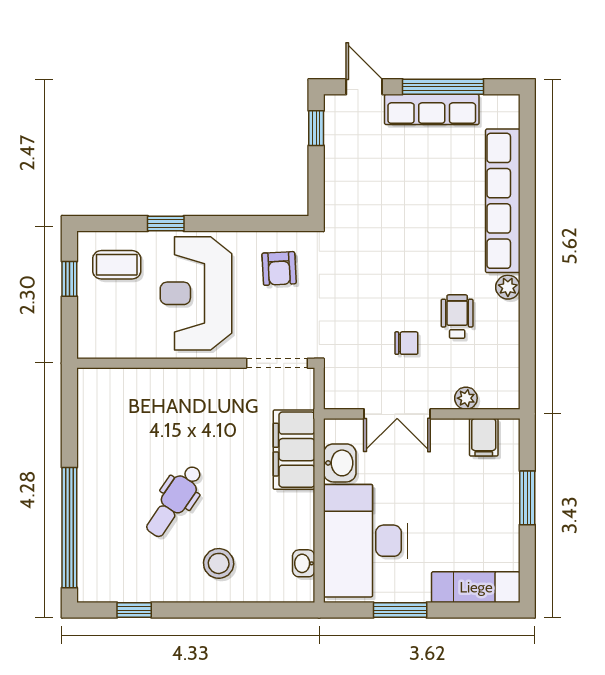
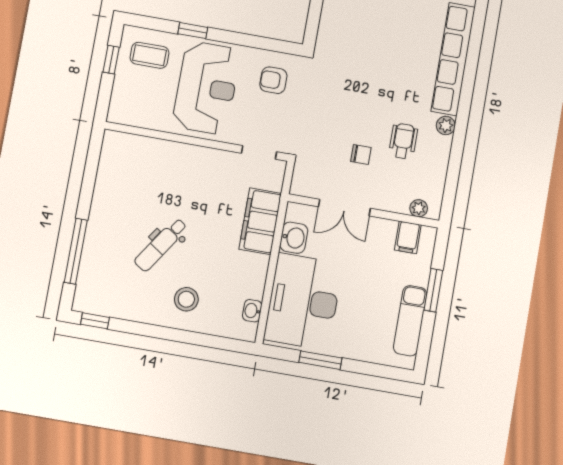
armchair: (279, 268) -> (273, 80), turned 93
reception desk: (196, 293) -> (206, 88), turned 180
doorway: (277, 363) -> (259, 152), width x0.73
plant: (466, 398) -> (419, 208), moved
window: (69, 528) -> (76, 251), width x0.68
exam couch: (476, 587) -> (410, 321), moved, turned -90
window: (134, 610) -> (95, 321), moved

